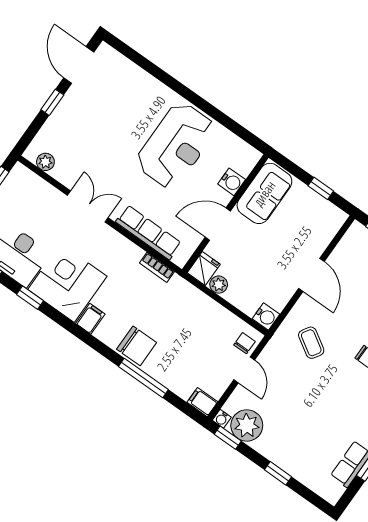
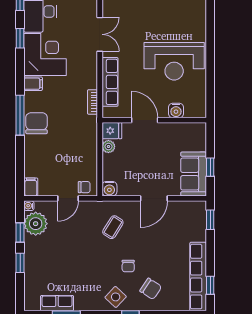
sofa: (264, 193) -> (194, 174), moved, turned 90
chair: (137, 346) -> (37, 123), turned 180
window: (143, 378) -> (20, 115), moved
window: (228, 438) -> (20, 232), moved

